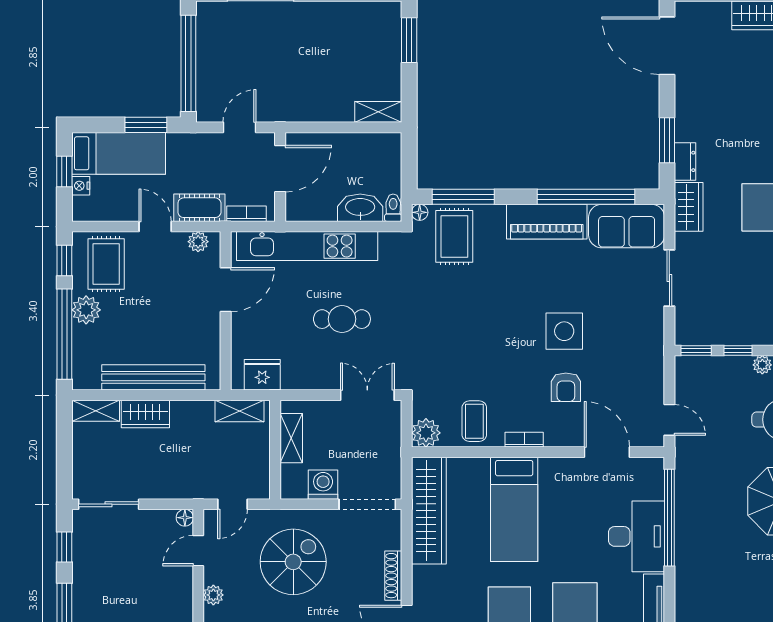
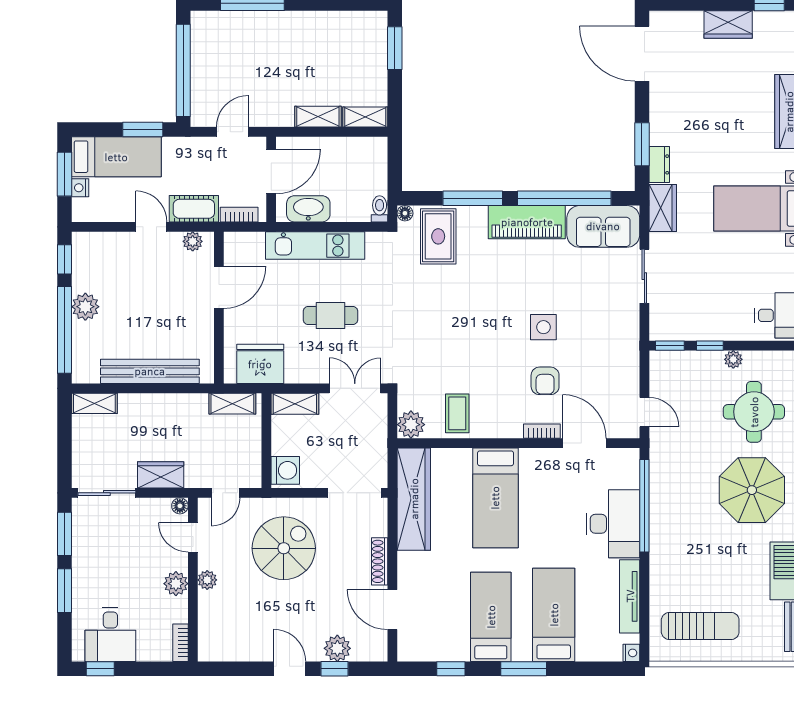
shelving: (329, 112) -> (318, 117), added
window: (64, 172) -> (64, 174), width x1.50
window: (463, 197) -> (473, 198), moved
washbasin: (360, 208) -> (308, 209), moved
kitchen unit: (307, 246) -> (315, 246), width x0.73
rug: (106, 264) -> (105, 263), removed
side table: (564, 331) -> (543, 327), width x0.73, depth x0.73
fridge: (262, 375) -> (260, 364), width x1.36, depth x1.34
wardrobe: (145, 414) -> (161, 475), moved, turned 180
shelving: (291, 438) -> (295, 404), moved, turned 90
bookcase: (524, 440) -> (542, 431), moved
washing machine: (323, 485) -> (285, 470), moved, turned 90
window: (64, 547) -> (64, 534), width x1.50
door: (198, 551) -> (193, 537), hinge flipped
plant: (181, 599) -> (176, 584), added

